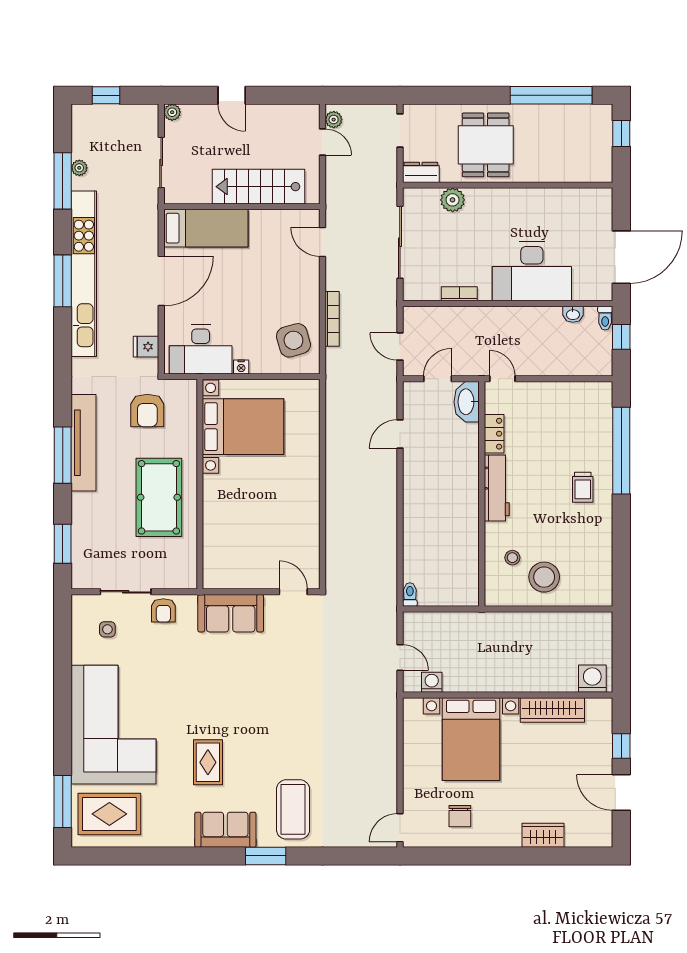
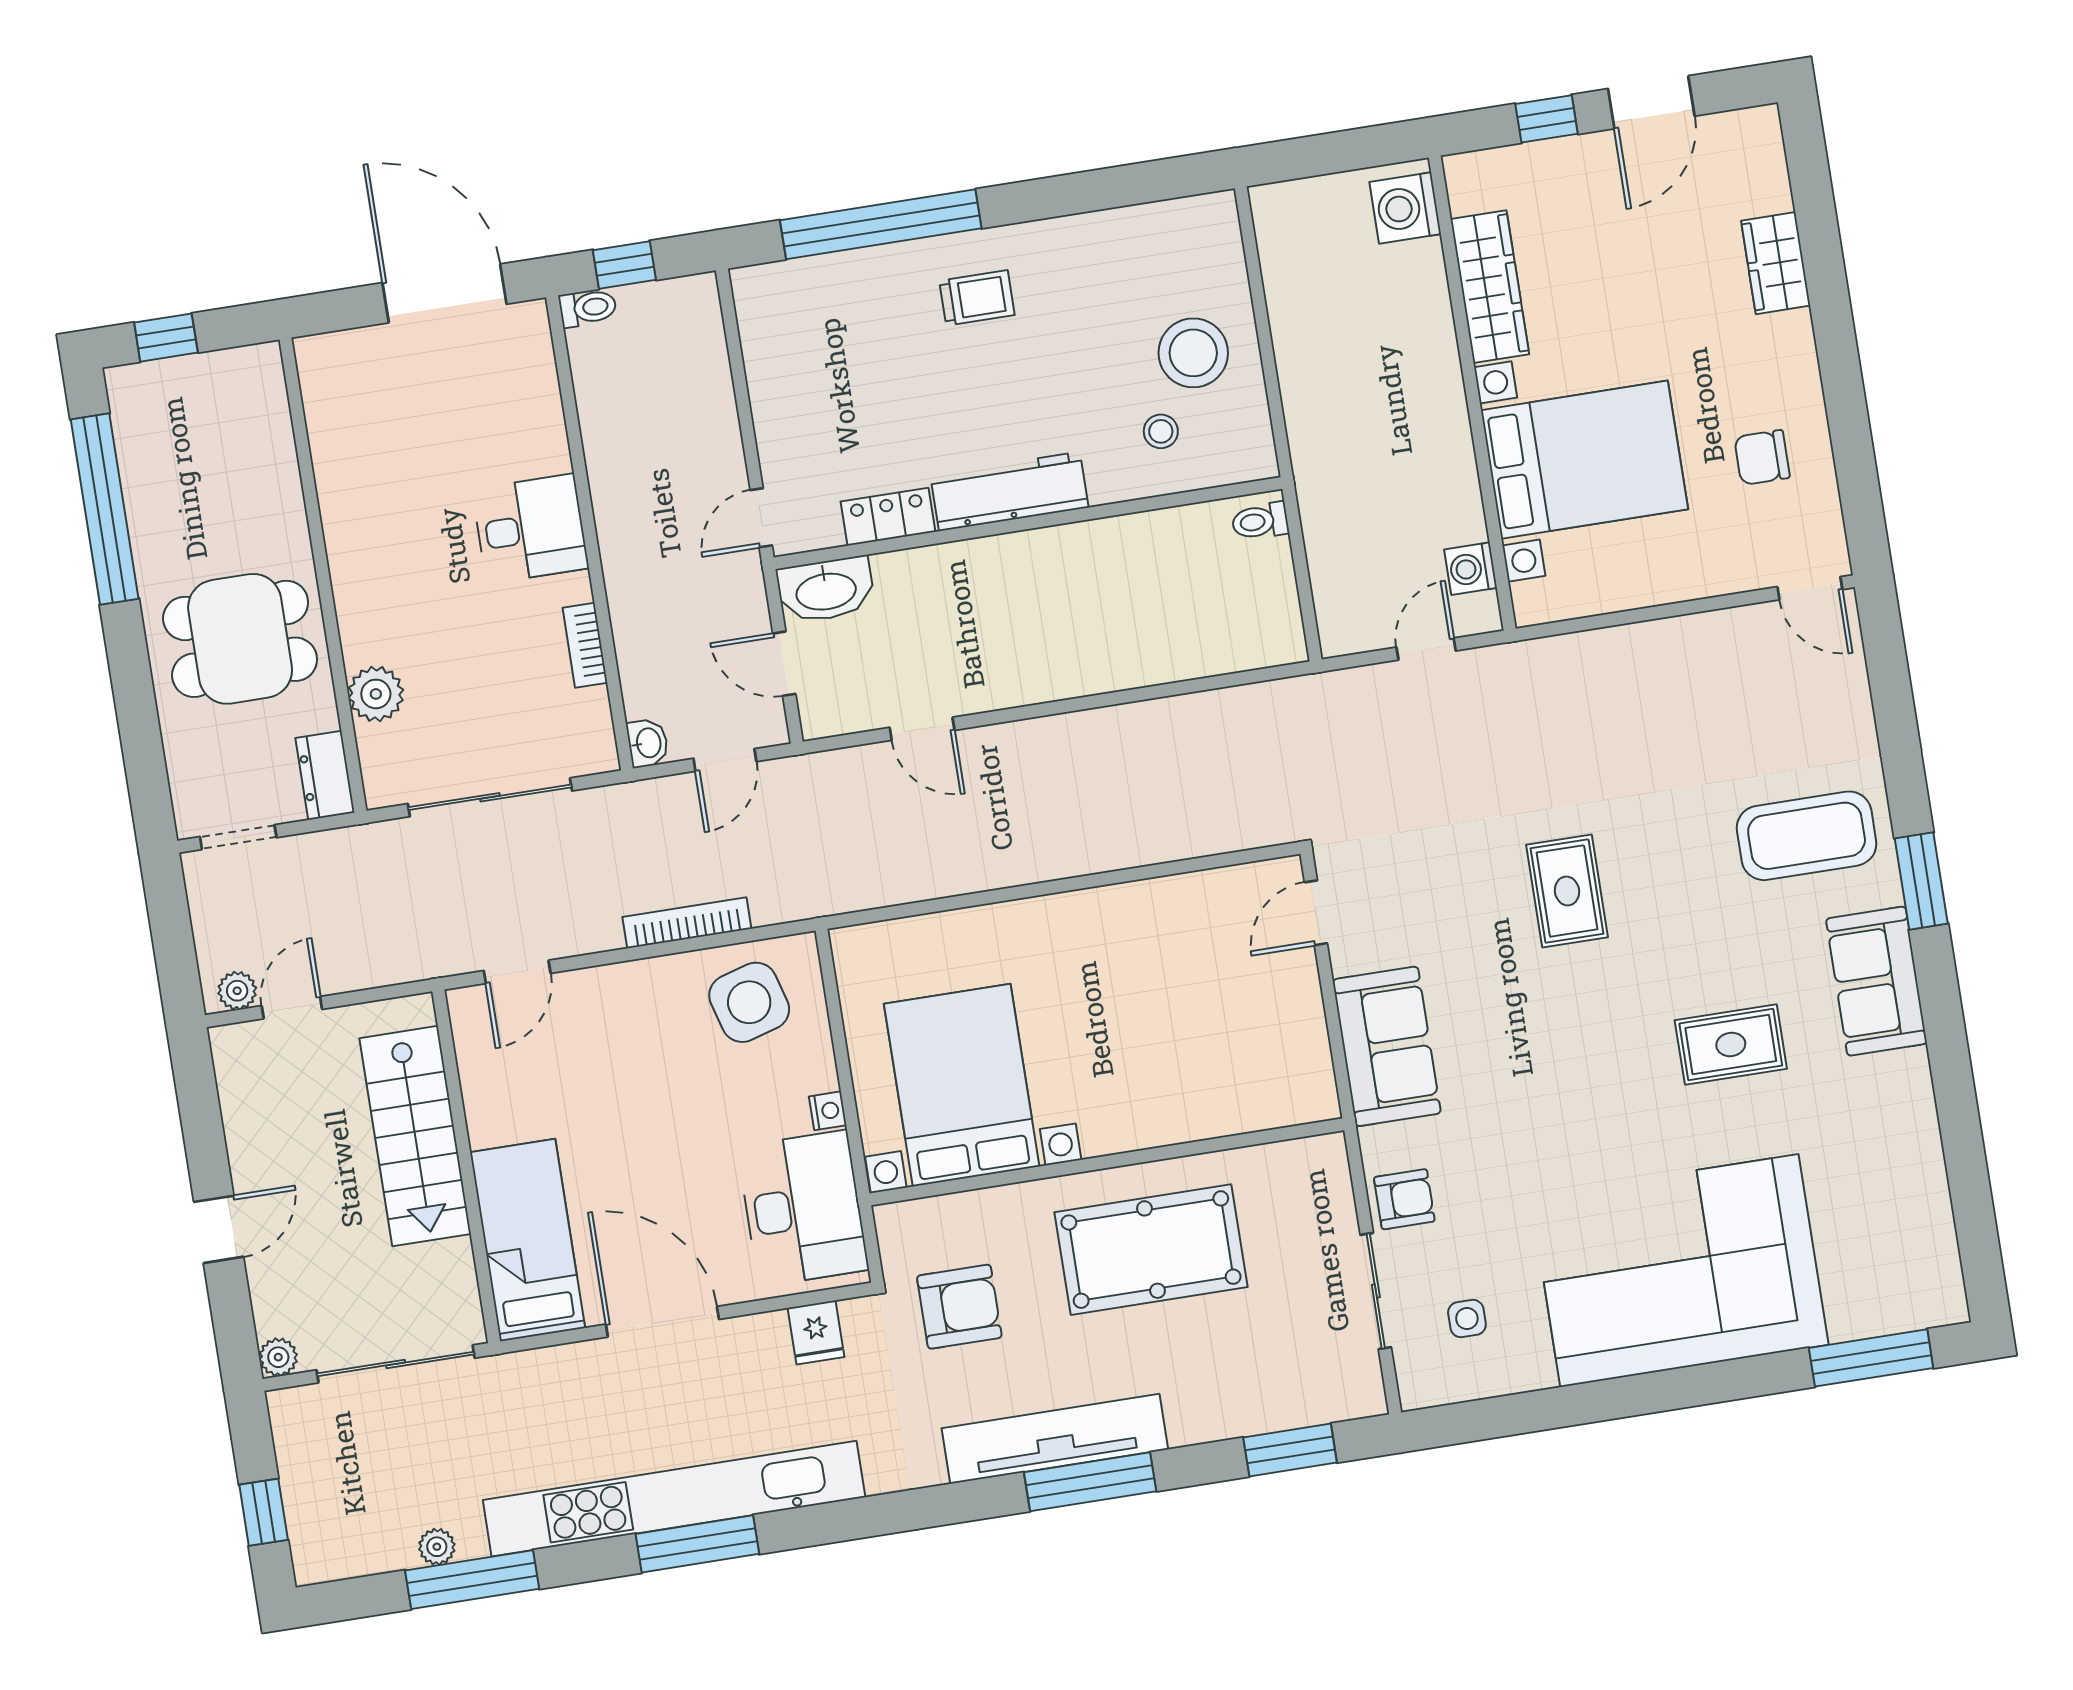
sliding door: (161, 163) -> (396, 1364), width x1.37
desk: (532, 271) -> (530, 529), width x0.53, depth x0.77
washbasin: (573, 314) -> (648, 743), moved
toilet: (410, 594) -> (1260, 521), moved
rug: (109, 814) -> (1567, 891), moved, width x0.73, depth x0.70
chair: (460, 816) -> (1762, 457), turned 180

